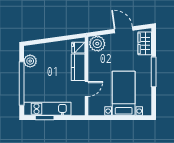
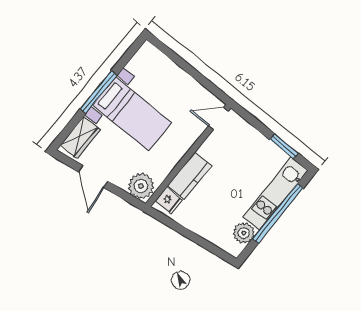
door: (86, 89) -> (218, 119), moved
bed with nightstands: (124, 93) -> (132, 114), moved, turned -90
kitchen unit: (47, 109) -> (275, 194), moved, turned 90

